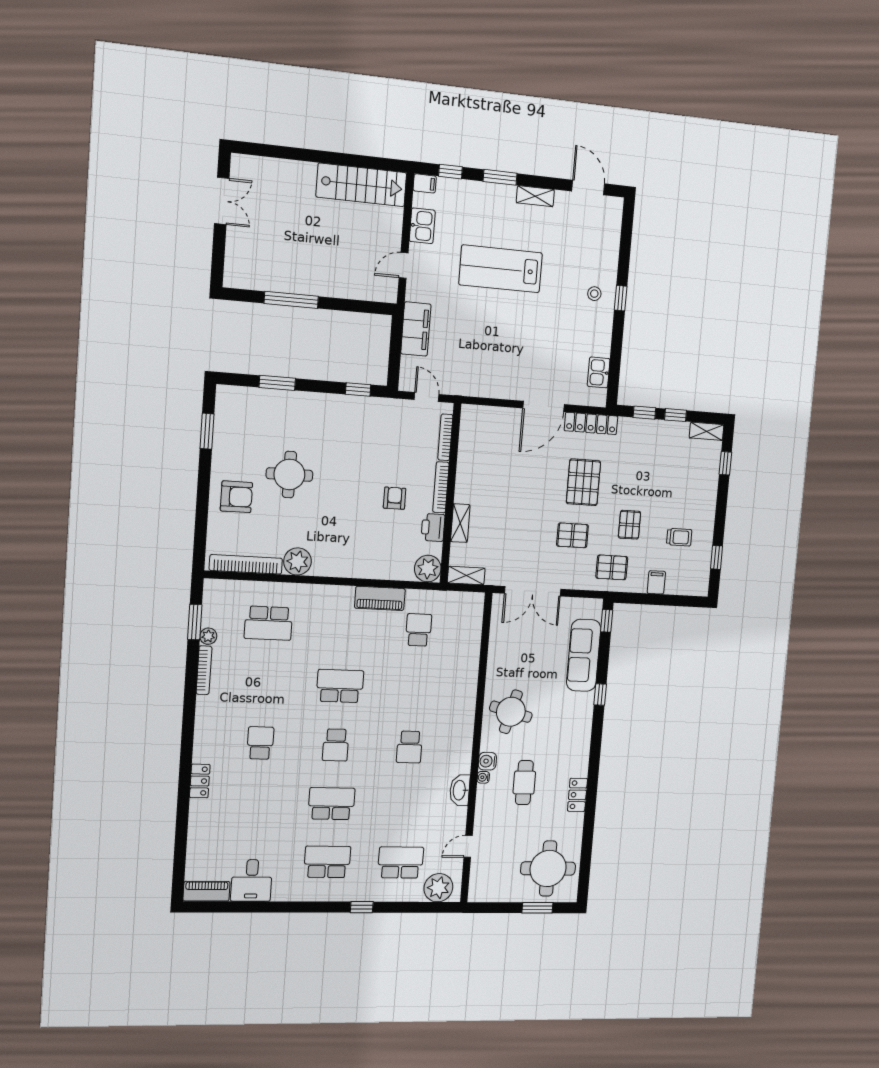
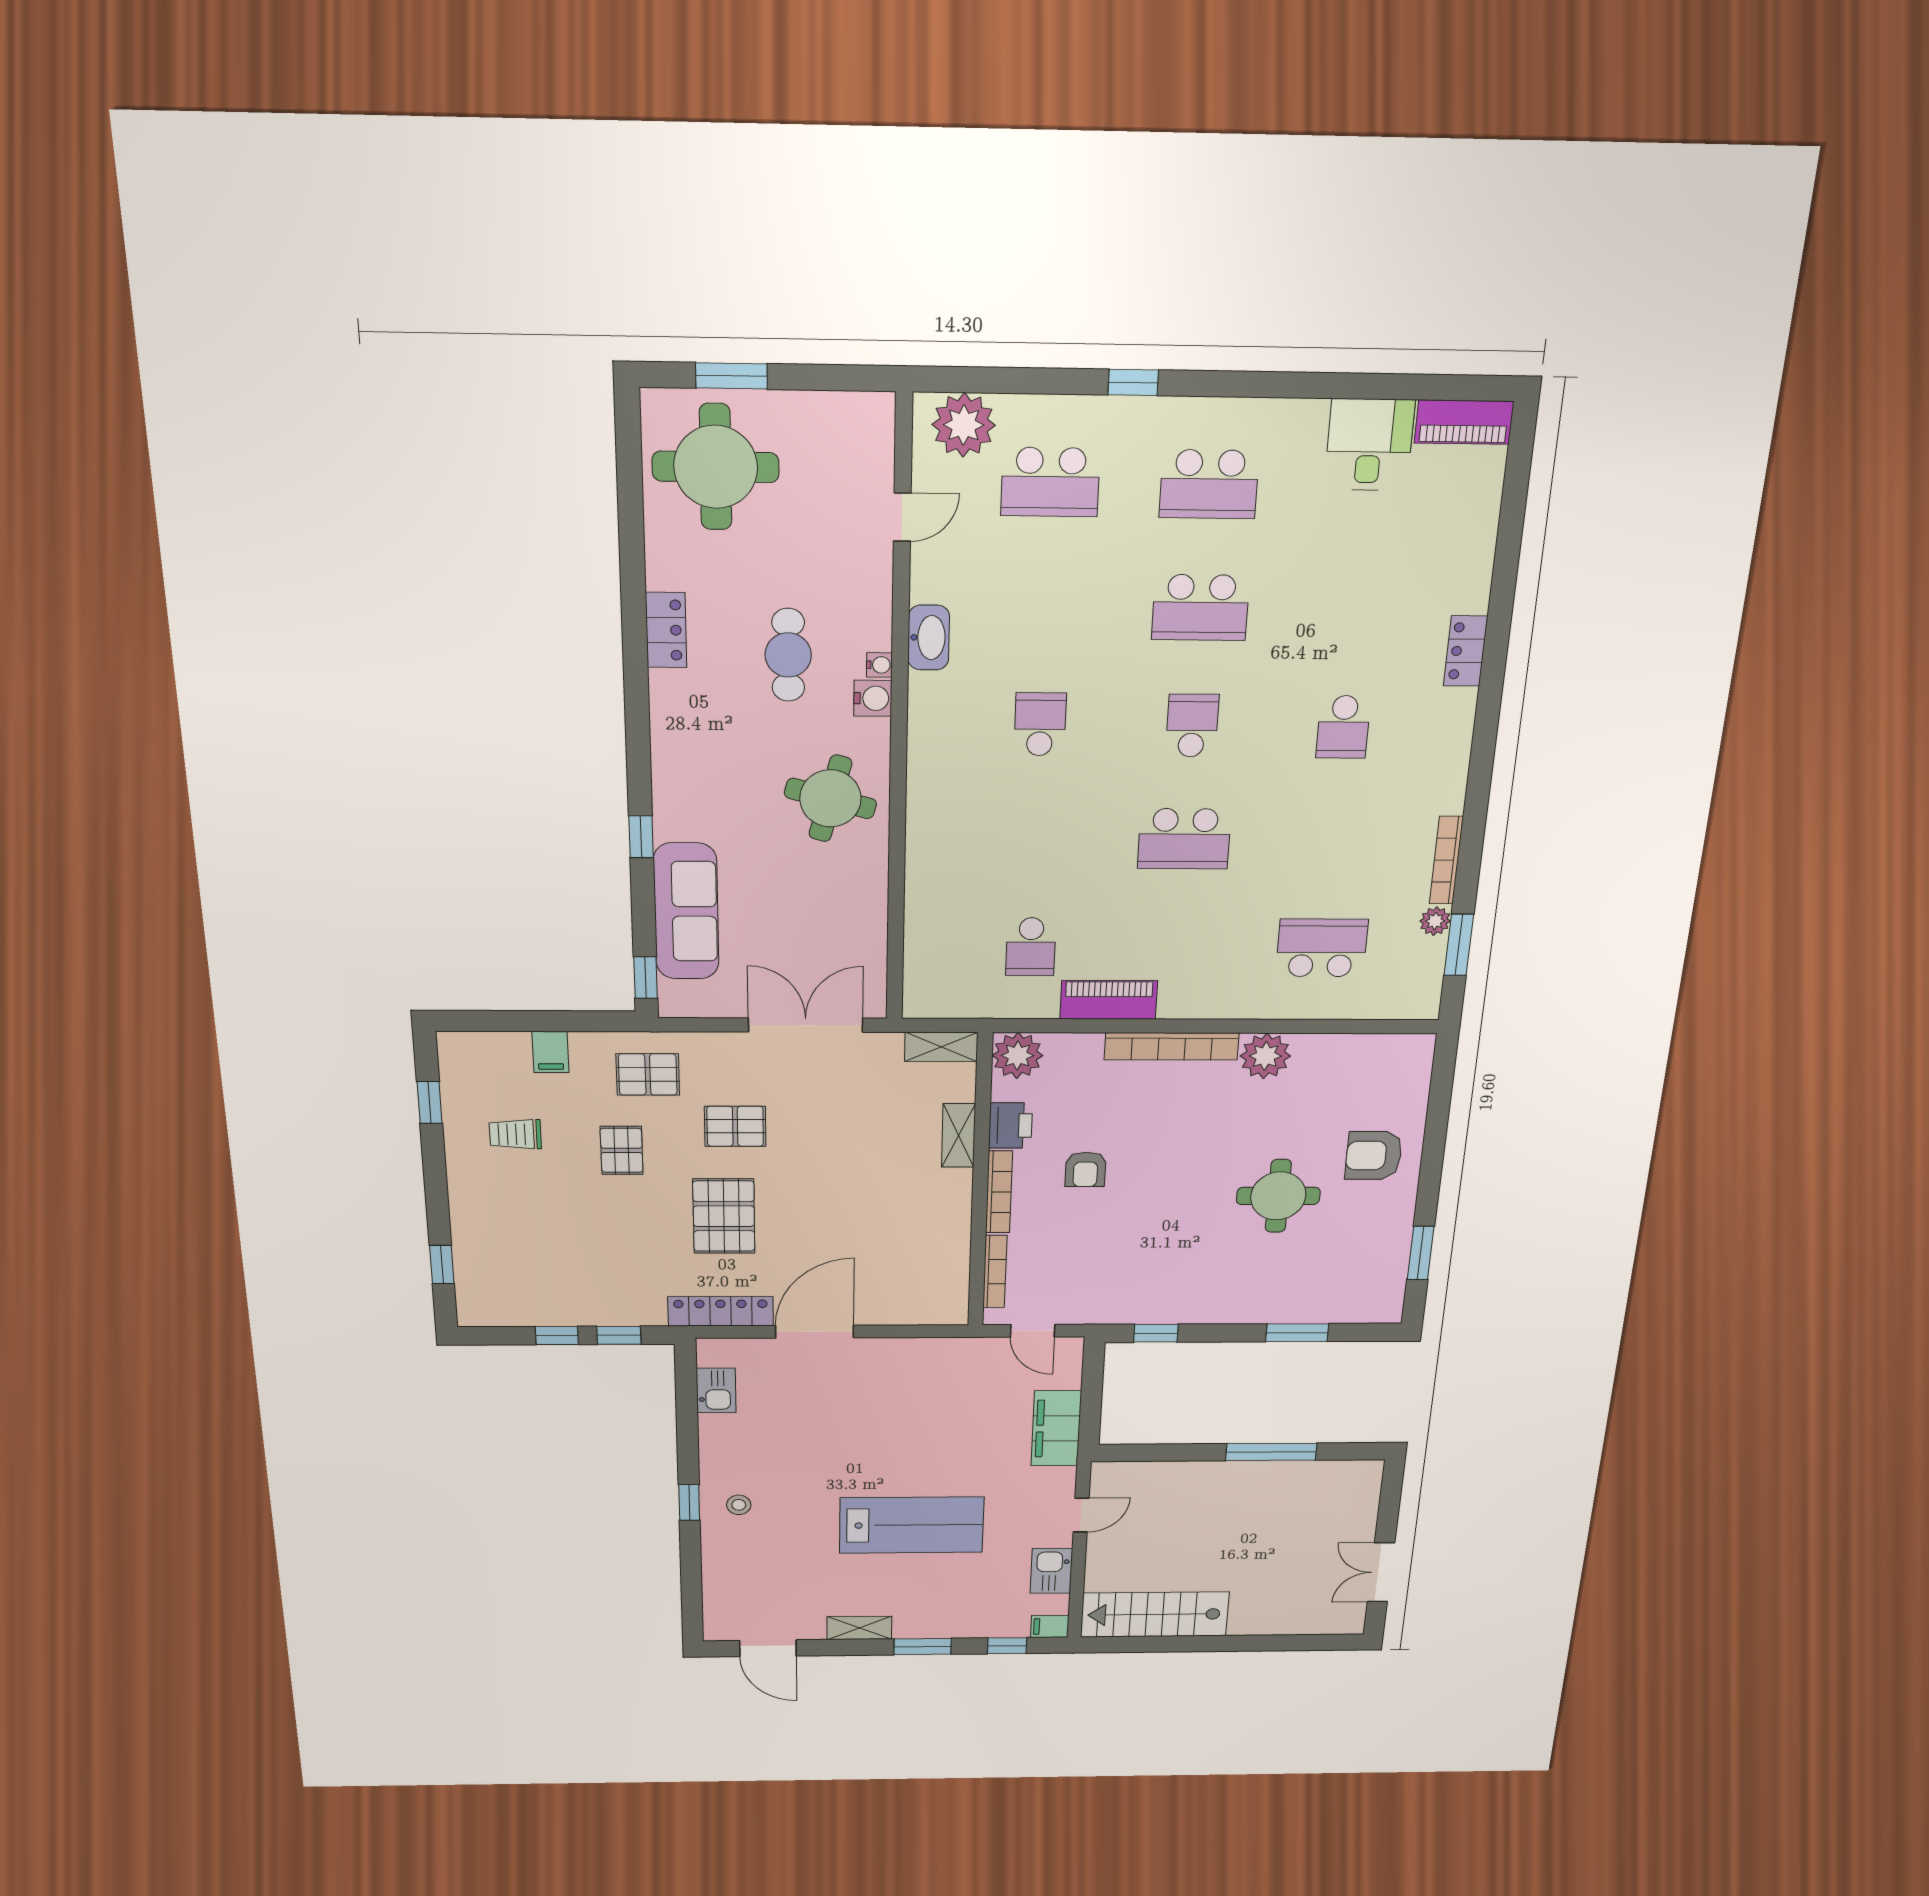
shelving: (707, 431) -> (490, 1314), removed
bookcase: (246, 564) -> (1172, 1046), moved

